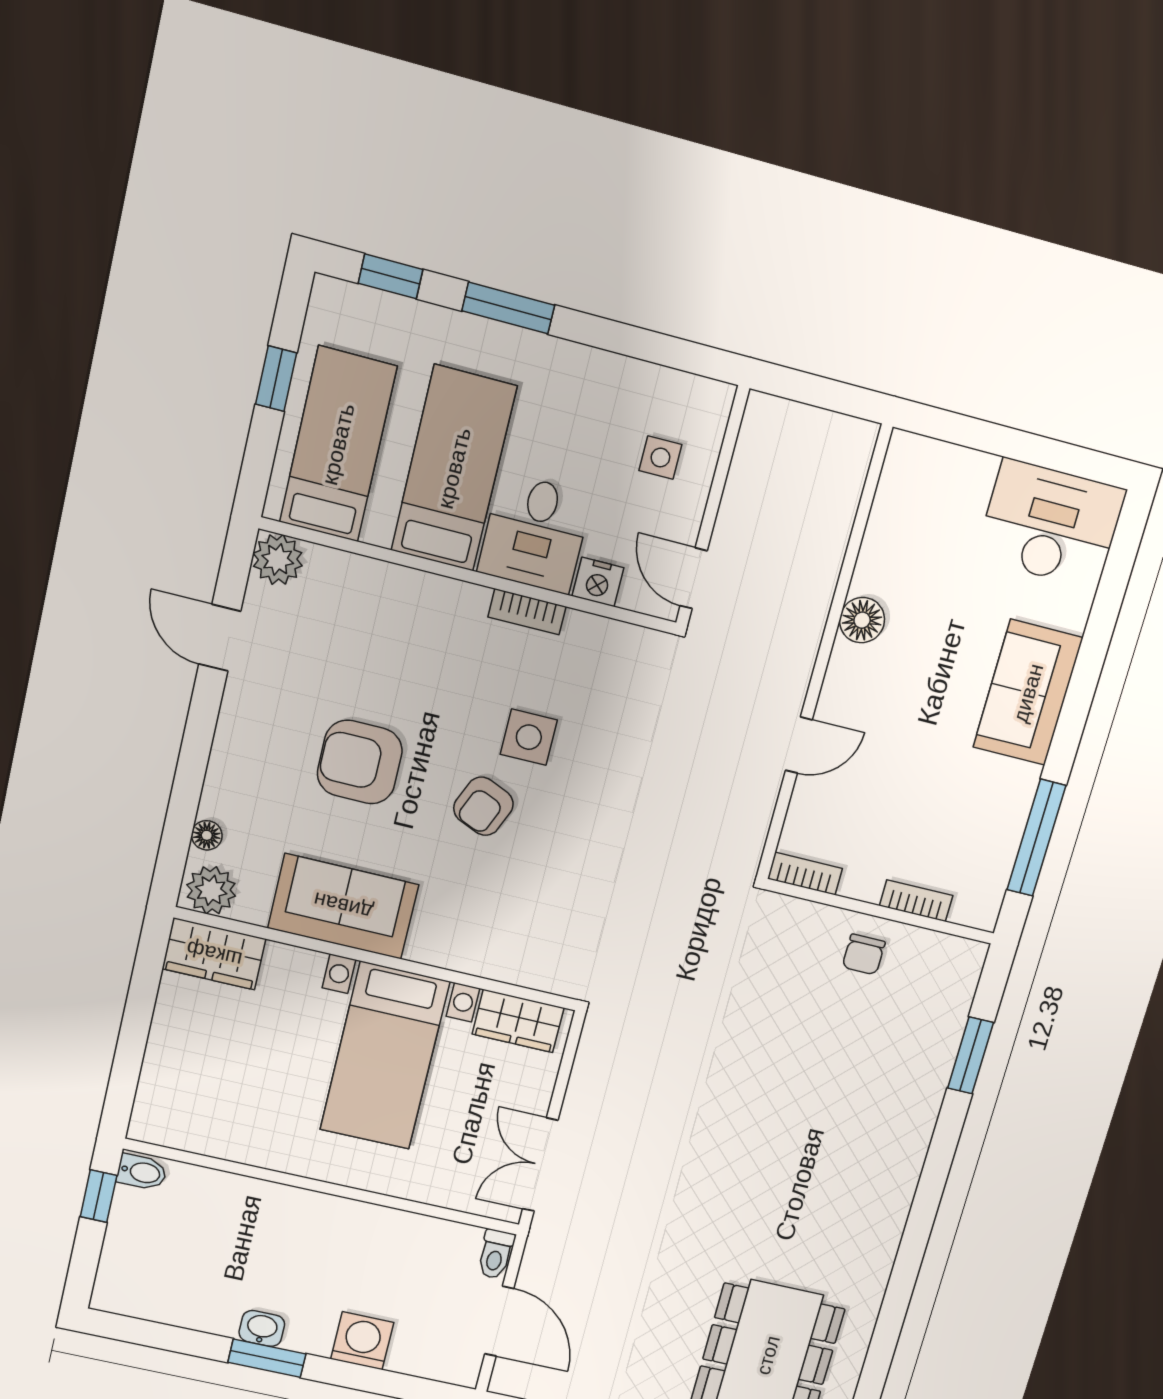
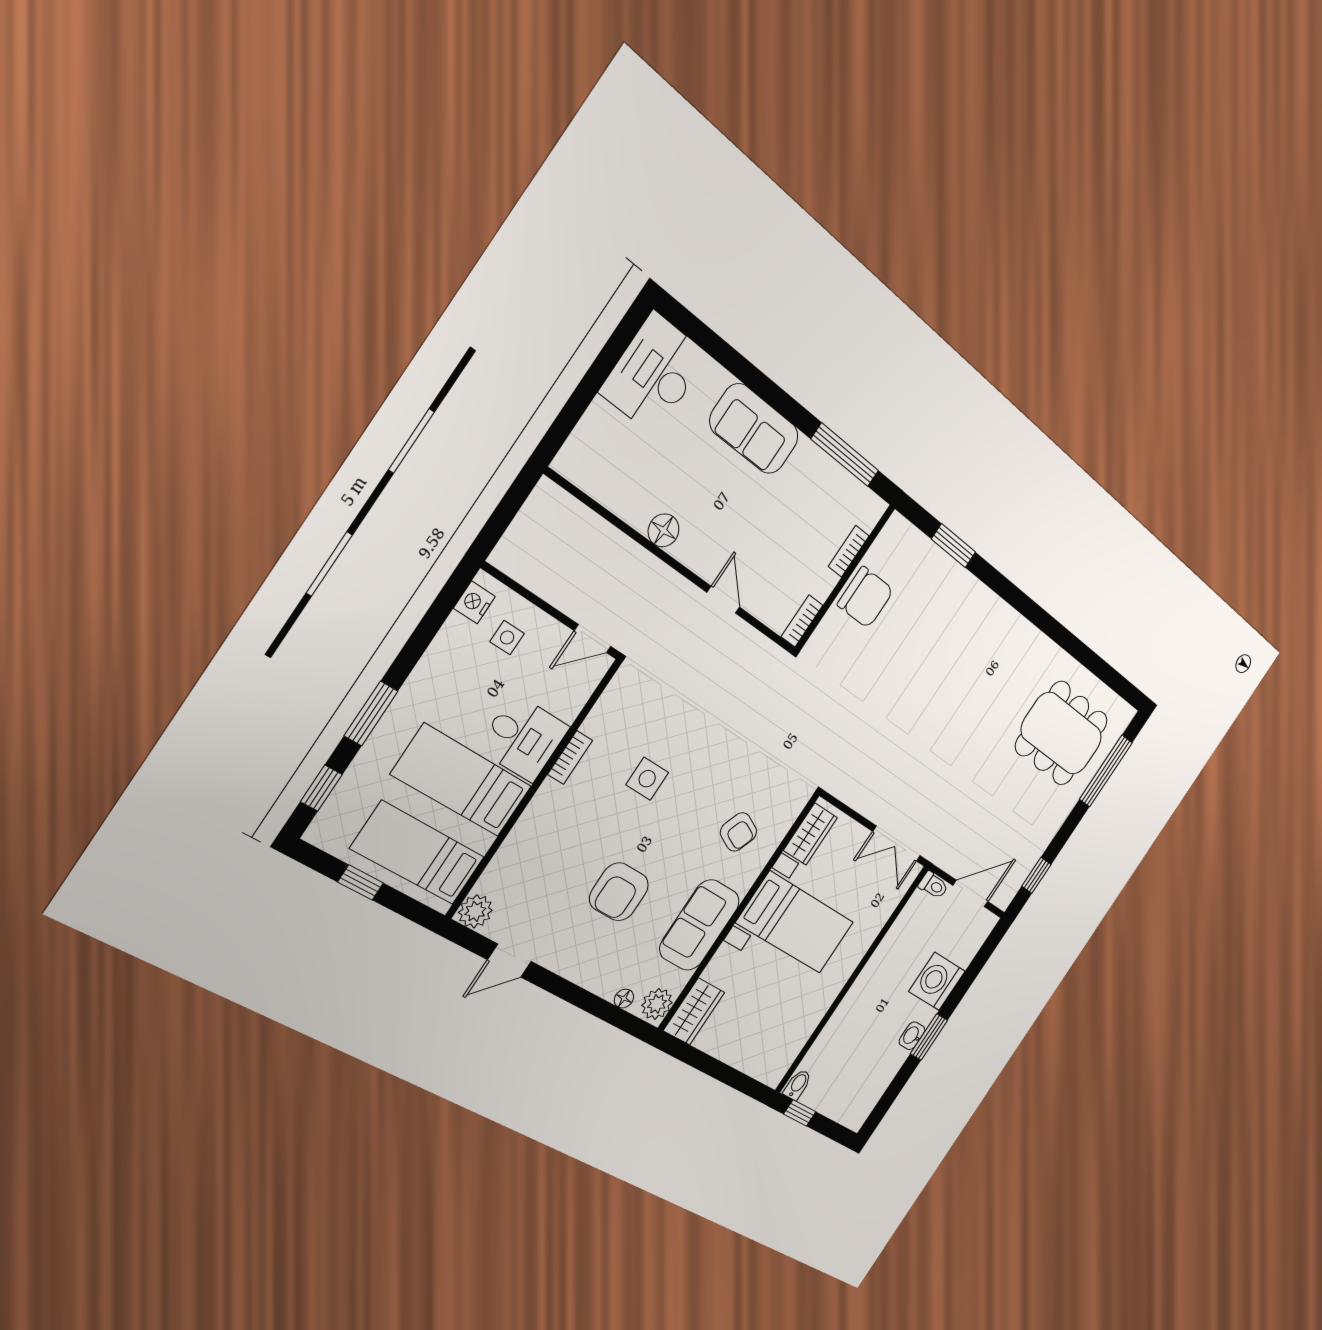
nightstand: (598, 582) -> (474, 602), moved, turned 180
armchair: (483, 806) -> (738, 832), moved
chair: (864, 954) -> (865, 597), width x1.87, depth x1.87
washing machine: (362, 1341) -> (937, 981), width x1.37, depth x1.37

